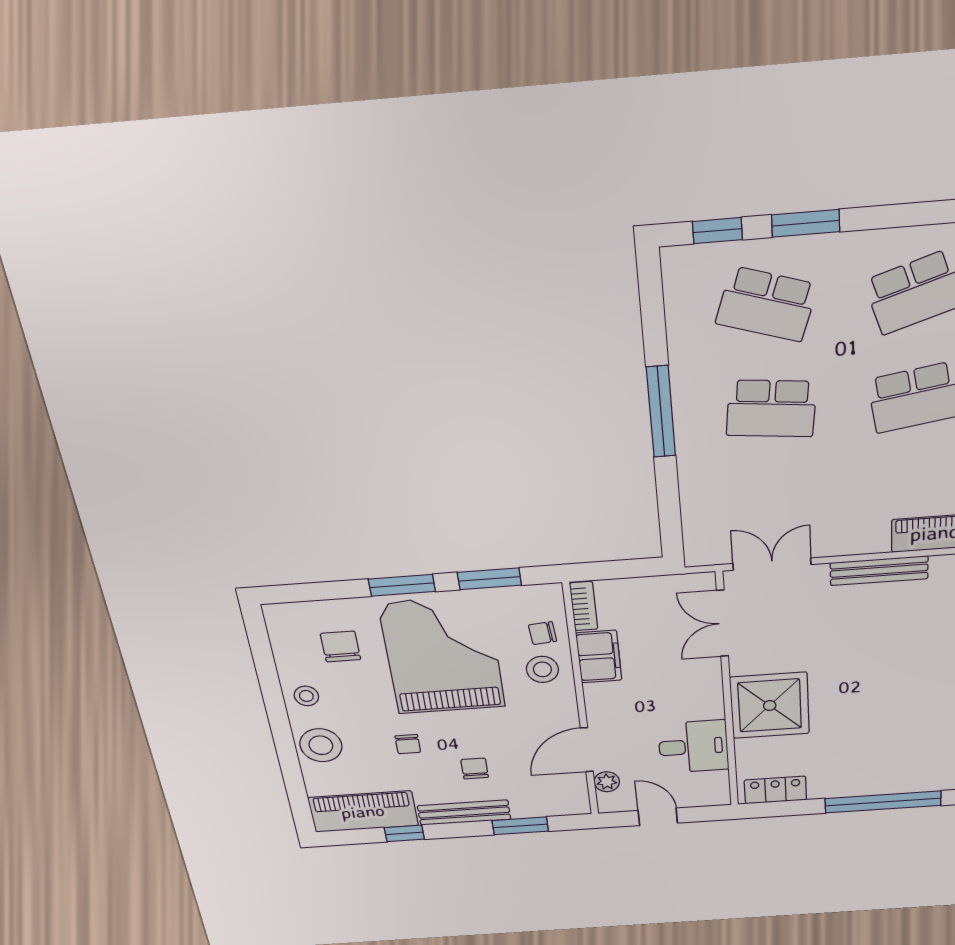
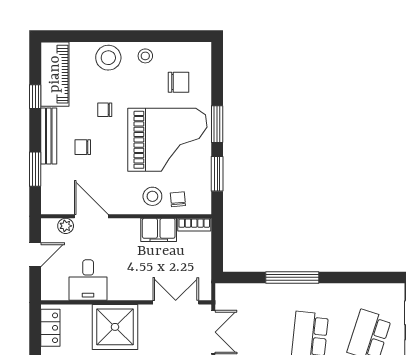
window: (661, 412) -> (292, 277), moved
chair: (475, 768) -> (83, 147), turned 180

